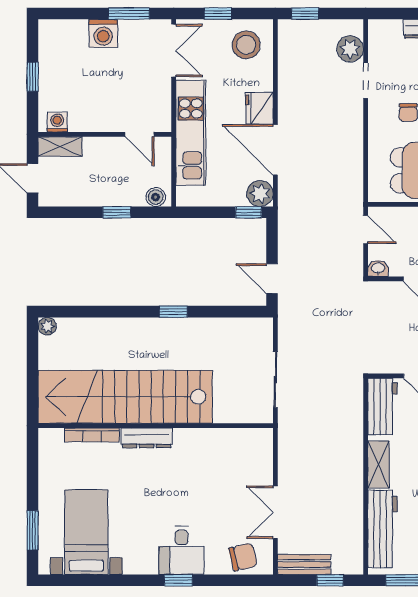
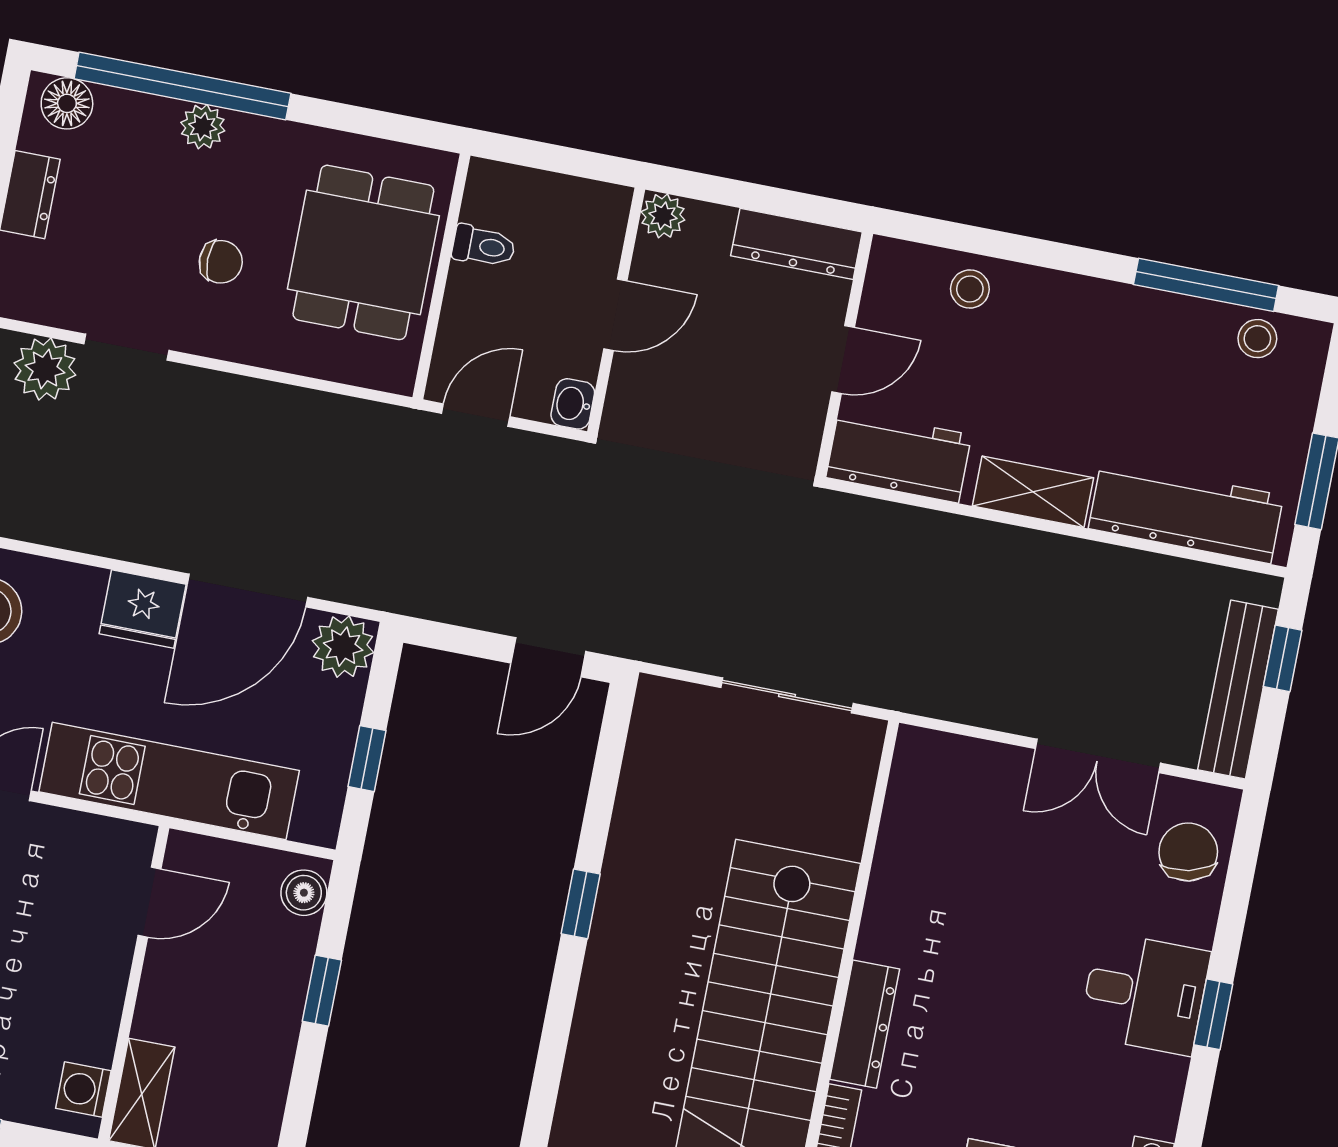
window: (249, 212) -> (367, 759), moved
bench: (304, 564) -> (1238, 689), width x1.36

